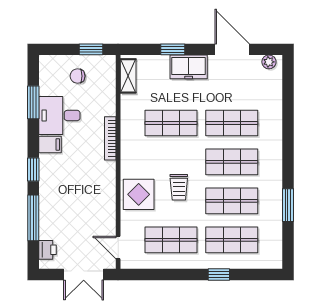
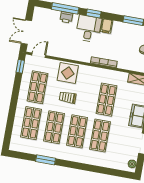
desk: (59, 115) -> (89, 29), moved
printer: (47, 250) -> (66, 17), moved
window: (219, 274) -> (20, 66), moved

